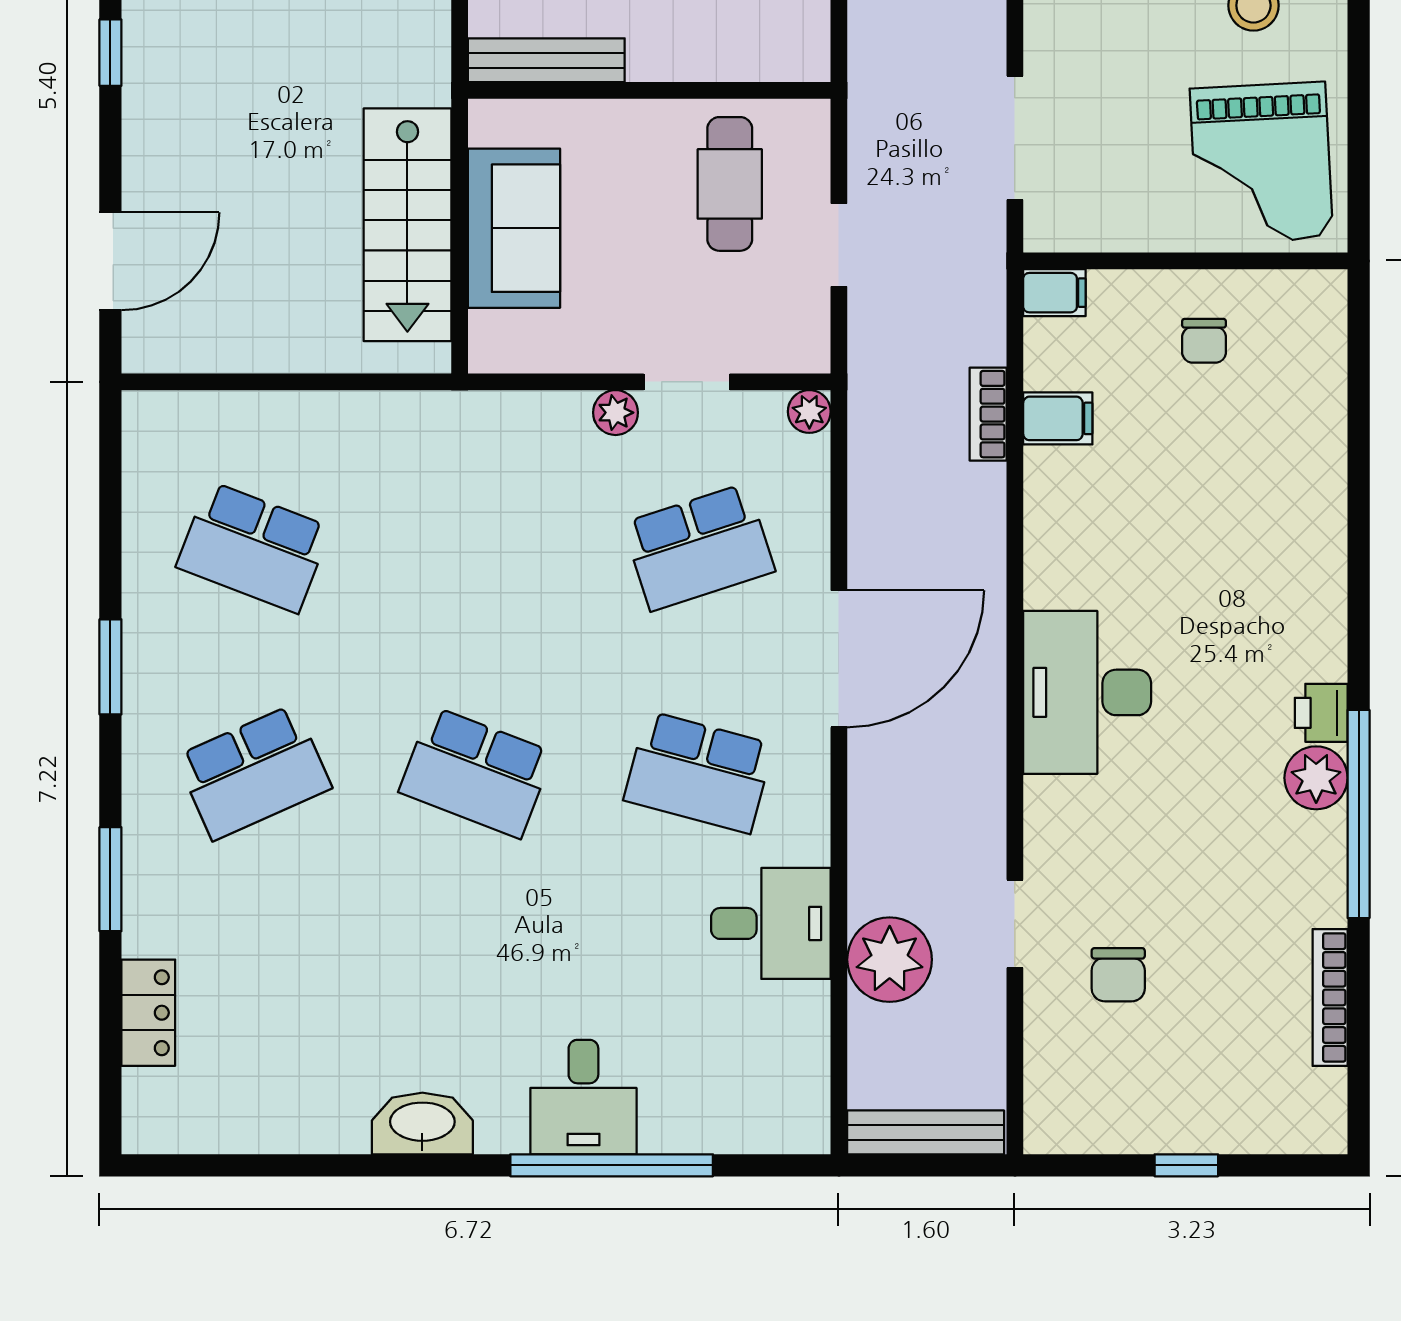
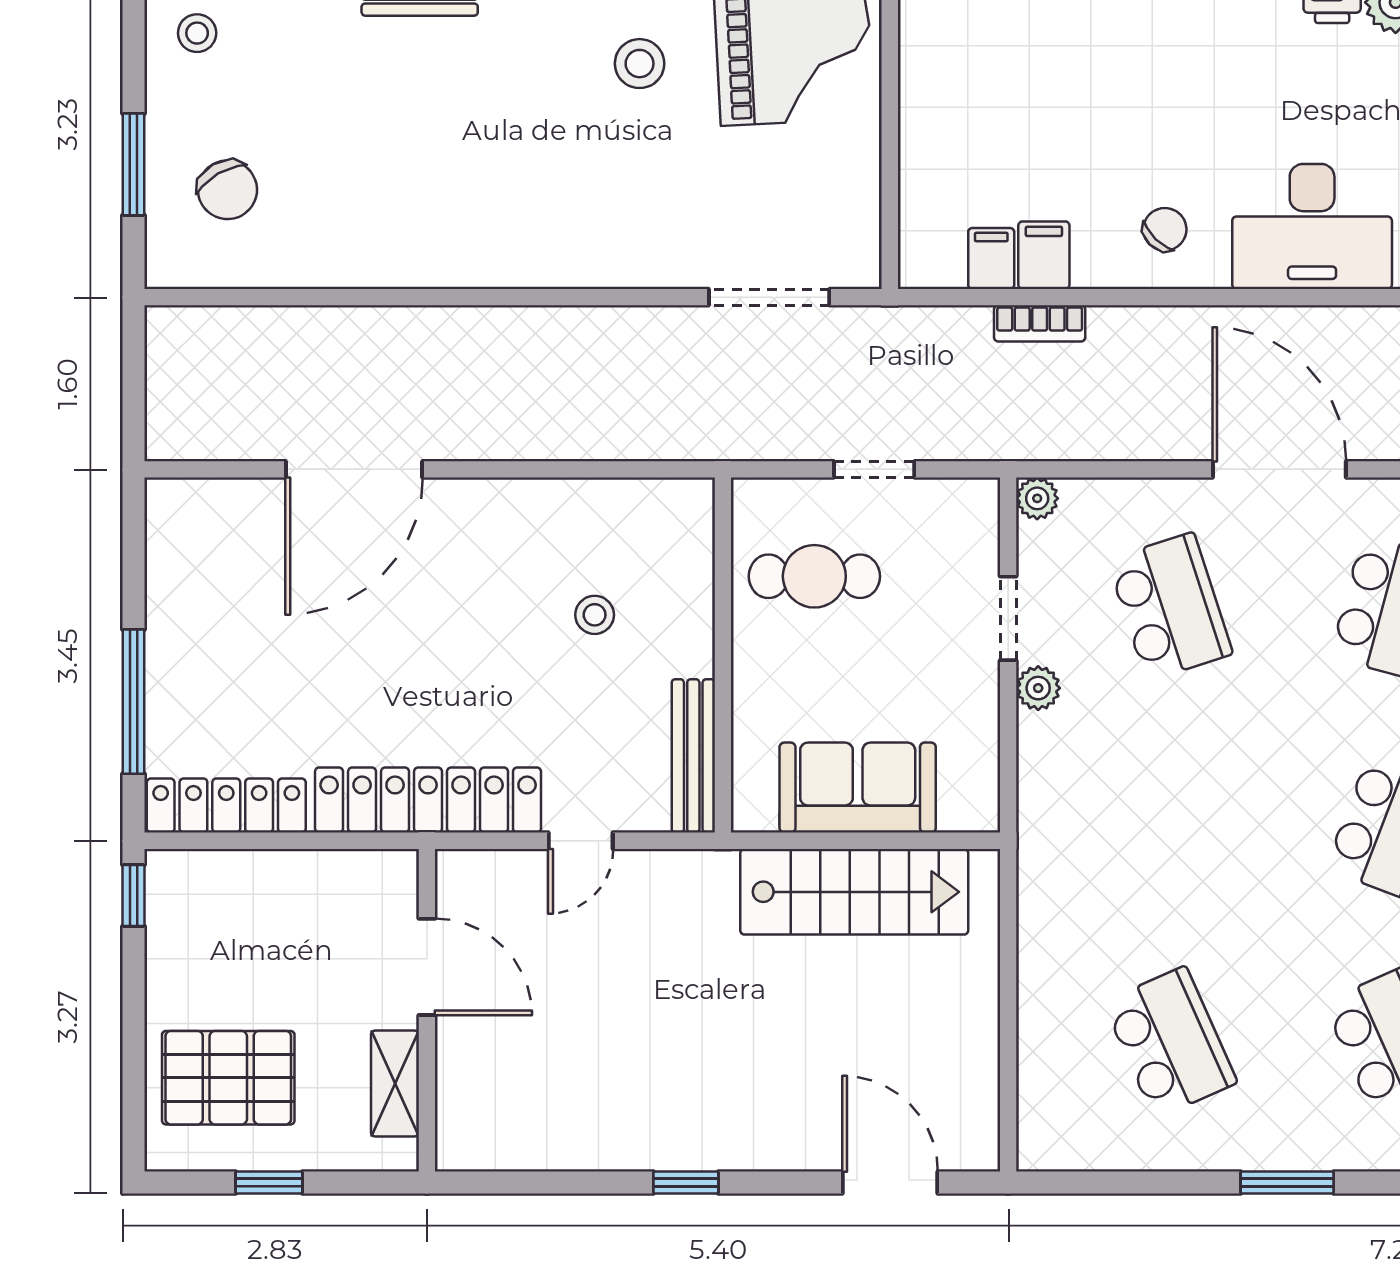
filing cabinet: (1054, 293) -> (991, 258), moved
chair: (1204, 341) -> (1165, 229), moved, turned -46
school desk: (254, 547) -> (1170, 1042), turned -45

